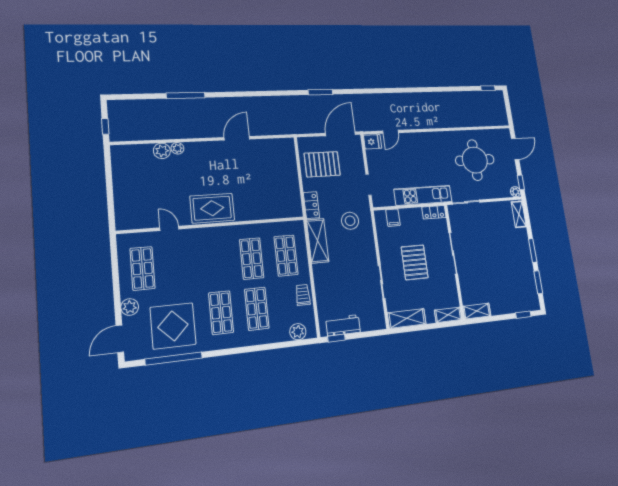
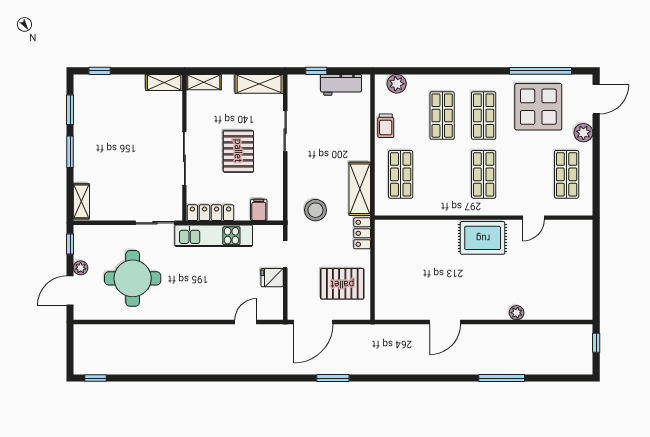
fridge: (373, 142) -> (272, 278), moved
plant: (162, 151) -> (535, 310), removed
plant: (515, 192) -> (81, 268), moved
locker: (434, 212) -> (211, 213), width x1.53
door: (169, 228) -> (533, 218), hinge flipped
shop shelf: (252, 259) -> (484, 174), moved
window: (336, 338) -> (316, 71), moved

